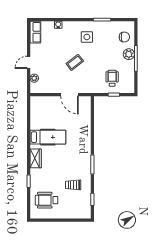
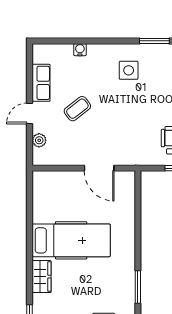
row of seats: (35, 32) -> (41, 83), moved
coffee table: (75, 62) -> (77, 109), moved
hospital bed: (48, 137) -> (71, 240), width x1.37, depth x1.29

